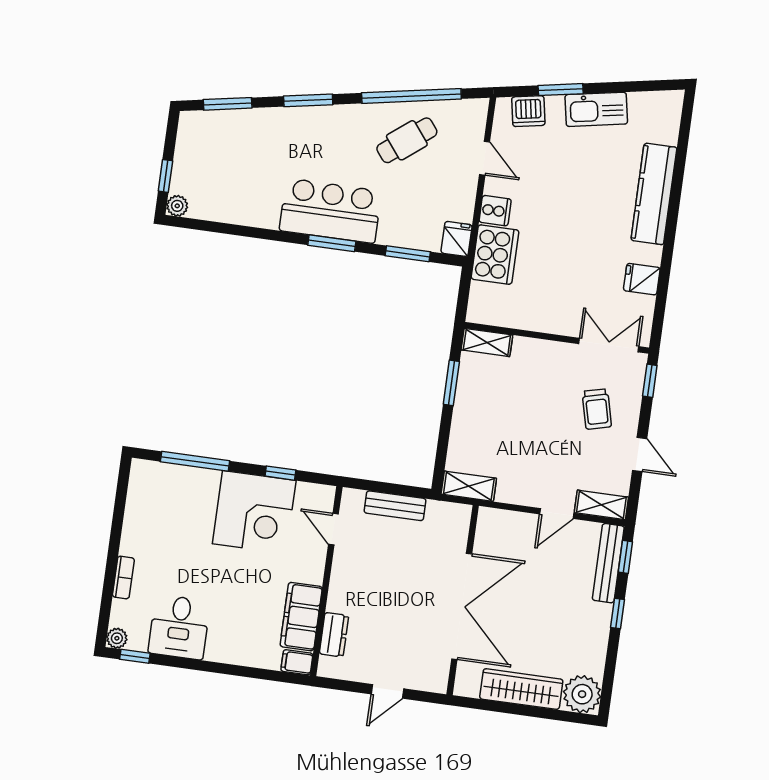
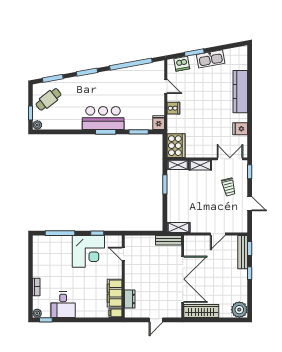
cafe table: (407, 140) -> (48, 99), moved
cooker: (495, 255) -> (176, 146), moved
shelving: (601, 505) -> (200, 165), moved
bench: (395, 506) -> (168, 240), moved
wardrobe: (521, 689) -> (201, 311), moved

